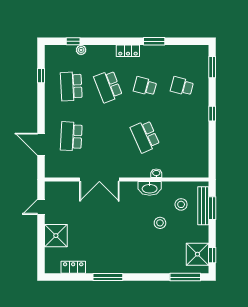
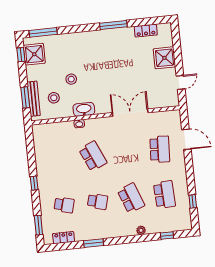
plant: (81, 50) -> (141, 230), moved
locker: (128, 51) -> (64, 238), moved

